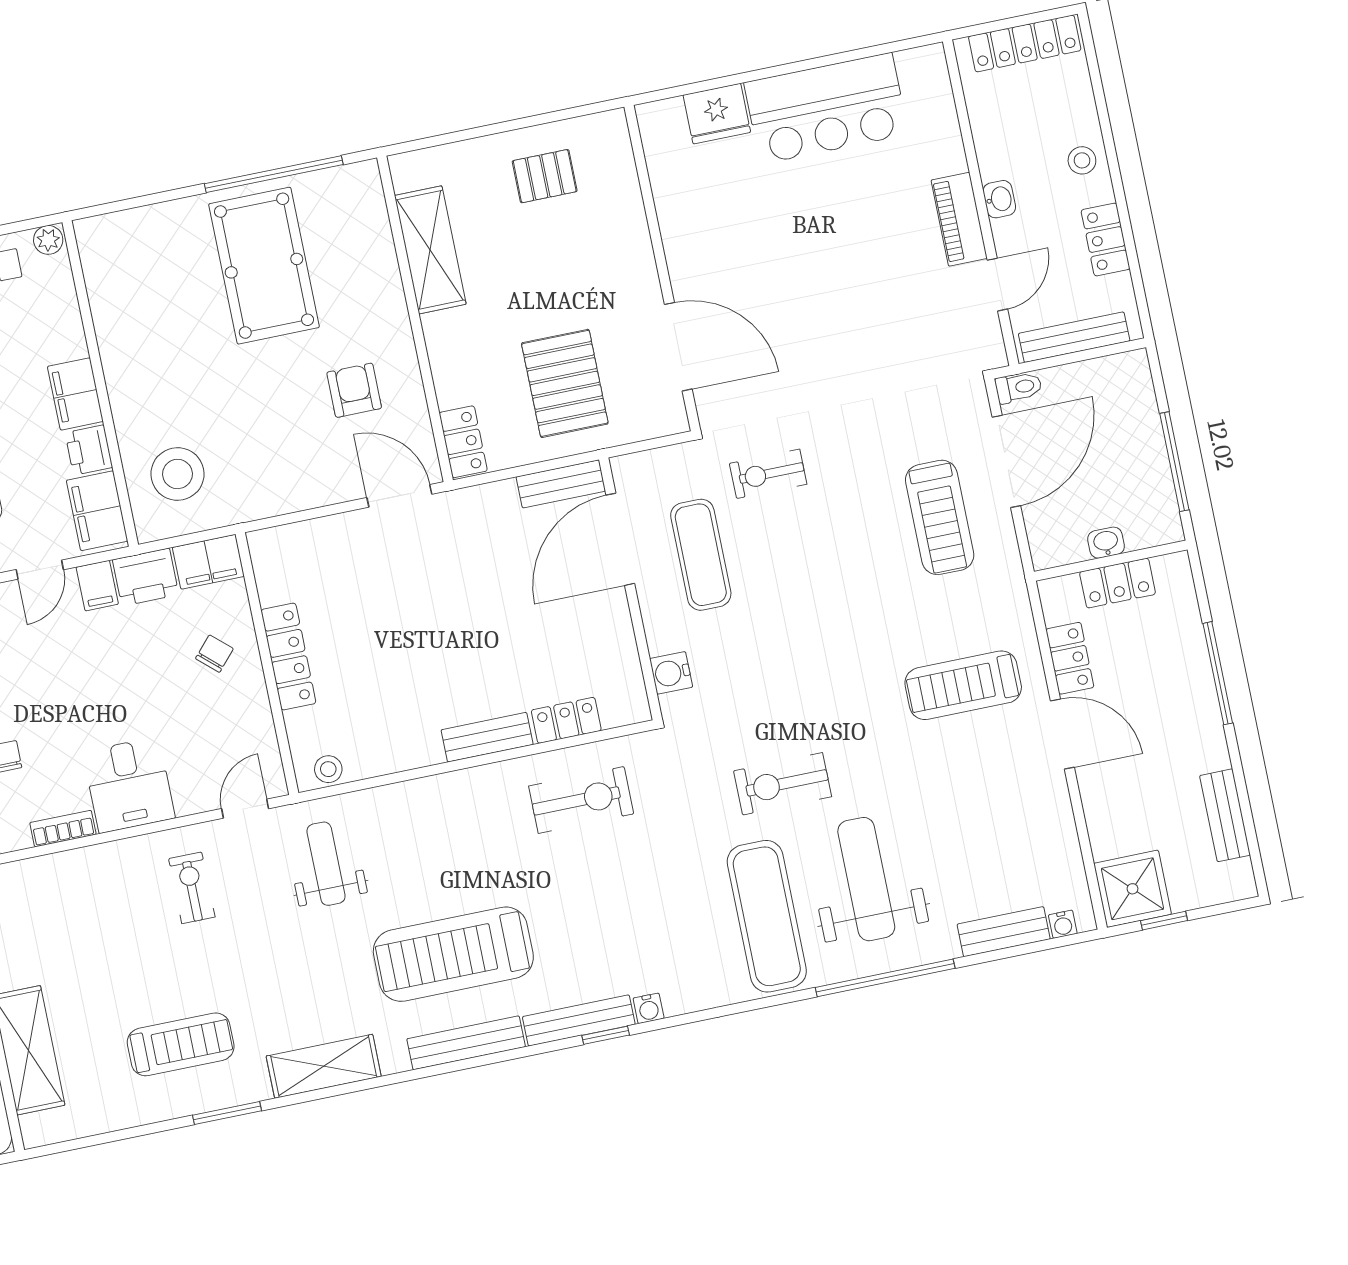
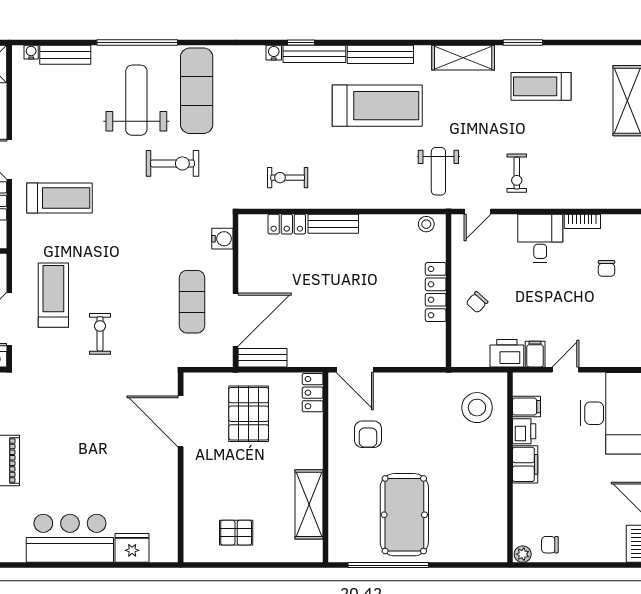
exercise bike: (768, 474) -> (100, 334), moved, turned -90
filing cabinet: (97, 511) -> (526, 407), width x0.50
filing cabinet: (208, 562) -> (470, 355), removed
exercise bike: (581, 800) -> (288, 178), width x0.73, depth x0.72
weight bench: (866, 879) -> (136, 100), turned 180

